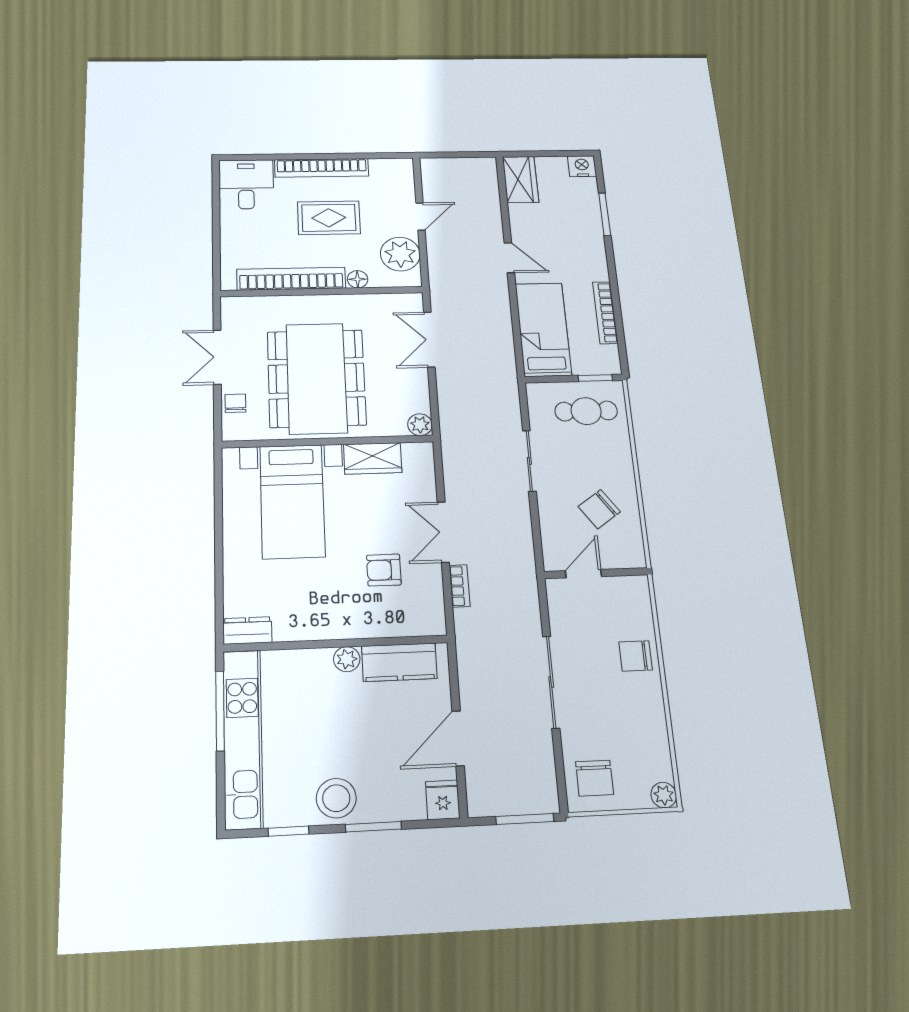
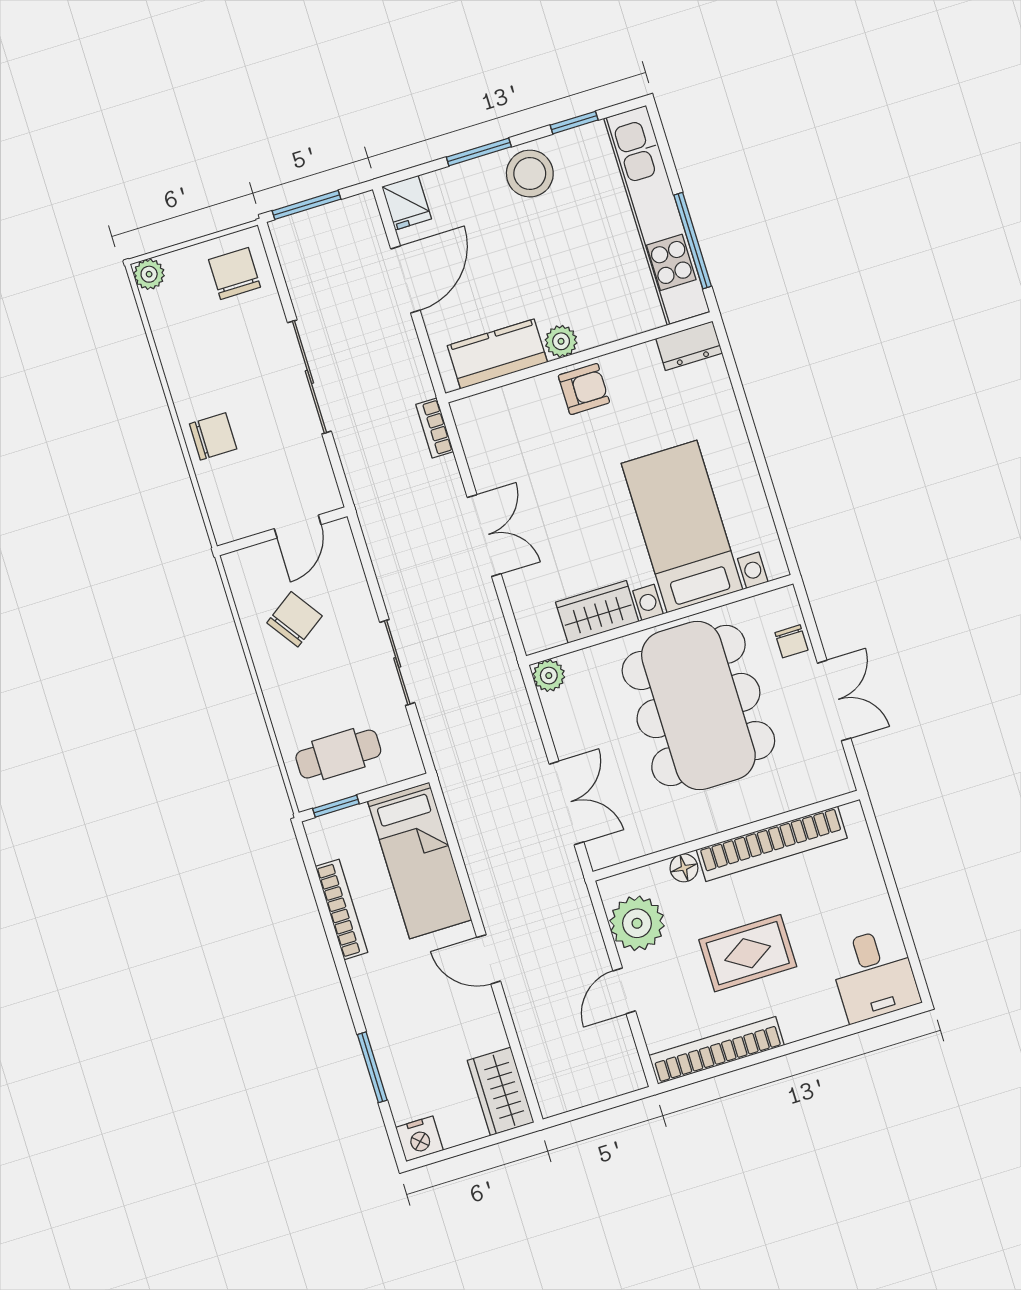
bookcase: (322, 168) -> (717, 1050), moved
armchair: (384, 570) -> (584, 389), moved
bookcase: (460, 586) -> (435, 428), moved

